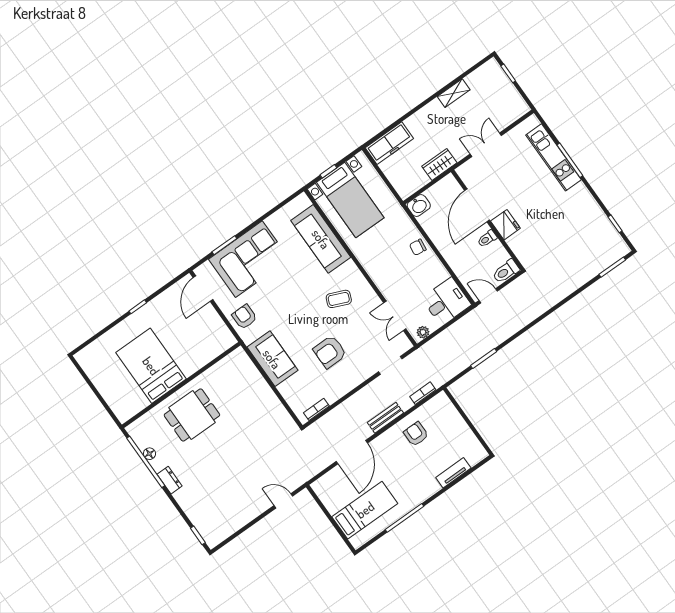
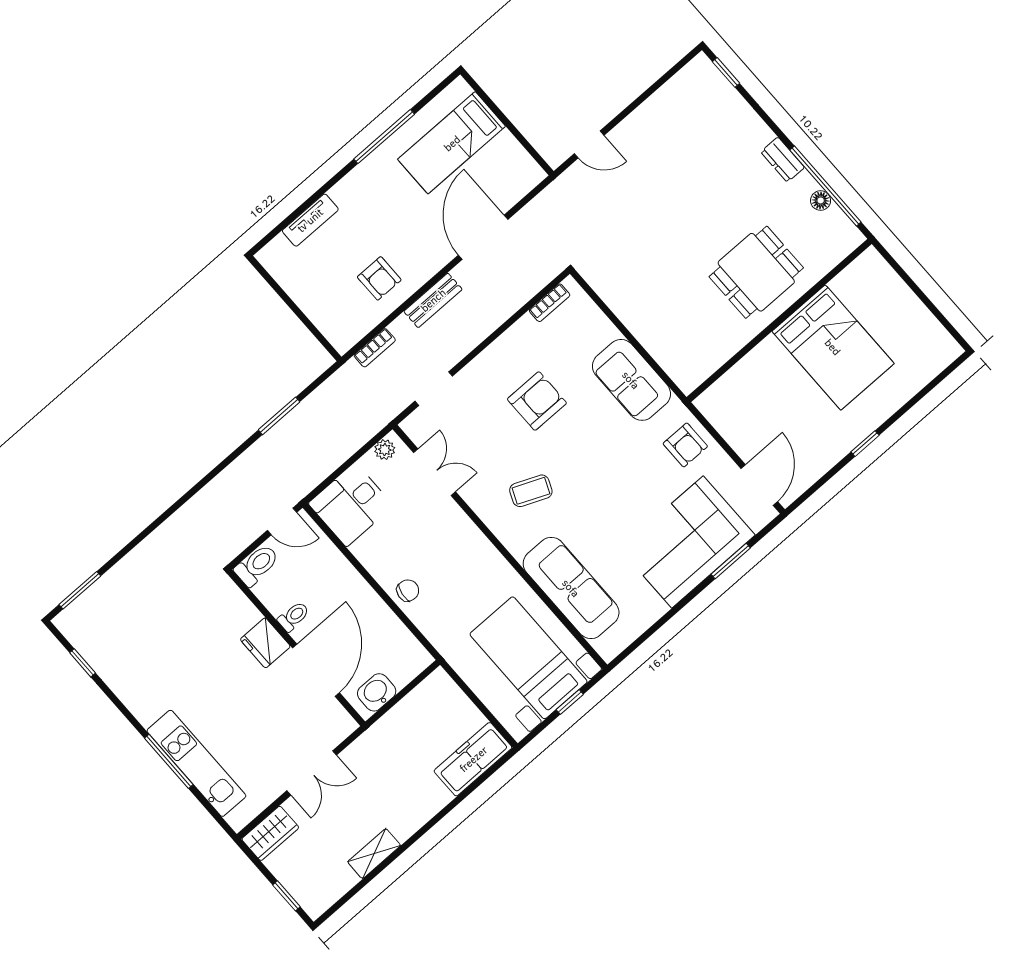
wardrobe: (439, 164) -> (270, 833), moved
washbasin: (419, 205) -> (377, 692), moved

